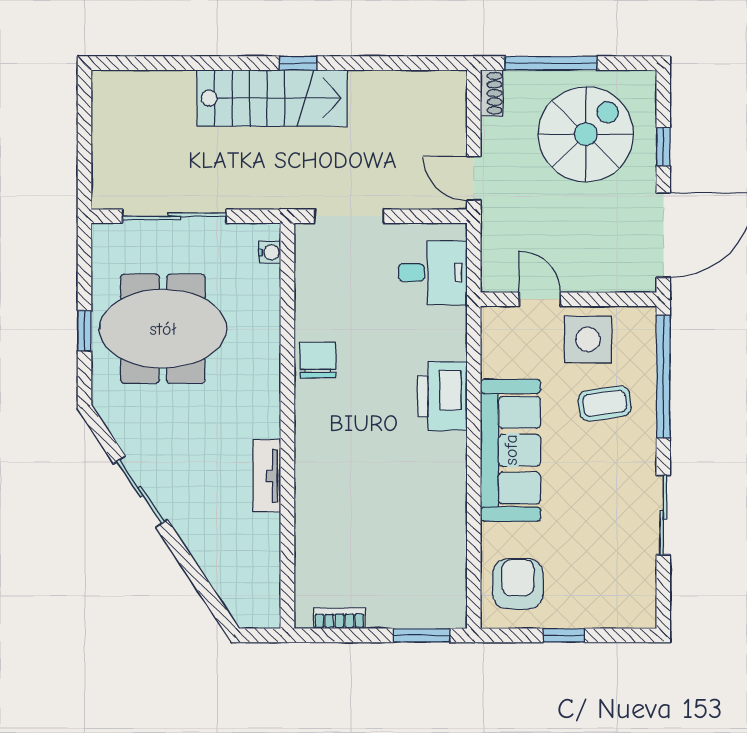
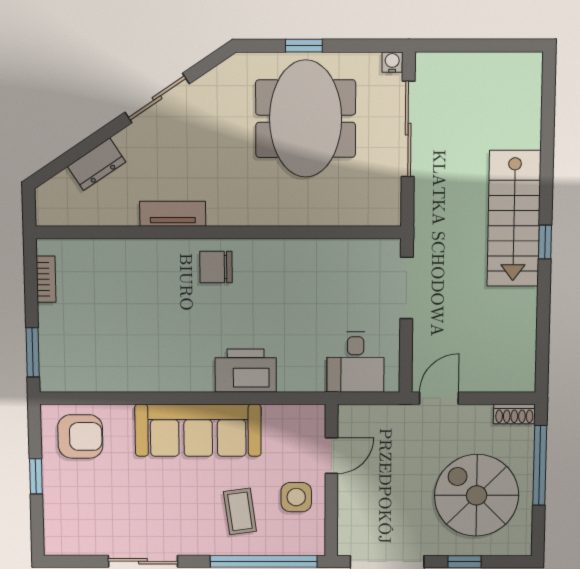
spiral stairs: (586, 134) -> (477, 495), turned 180
water cooler: (270, 252) -> (392, 62), moved, turned 180
side table: (588, 339) -> (296, 497), width x0.73, depth x0.73
chair: (318, 360) -> (216, 267), moved, turned 180
dresser: (212, 559) -> (97, 164), added

